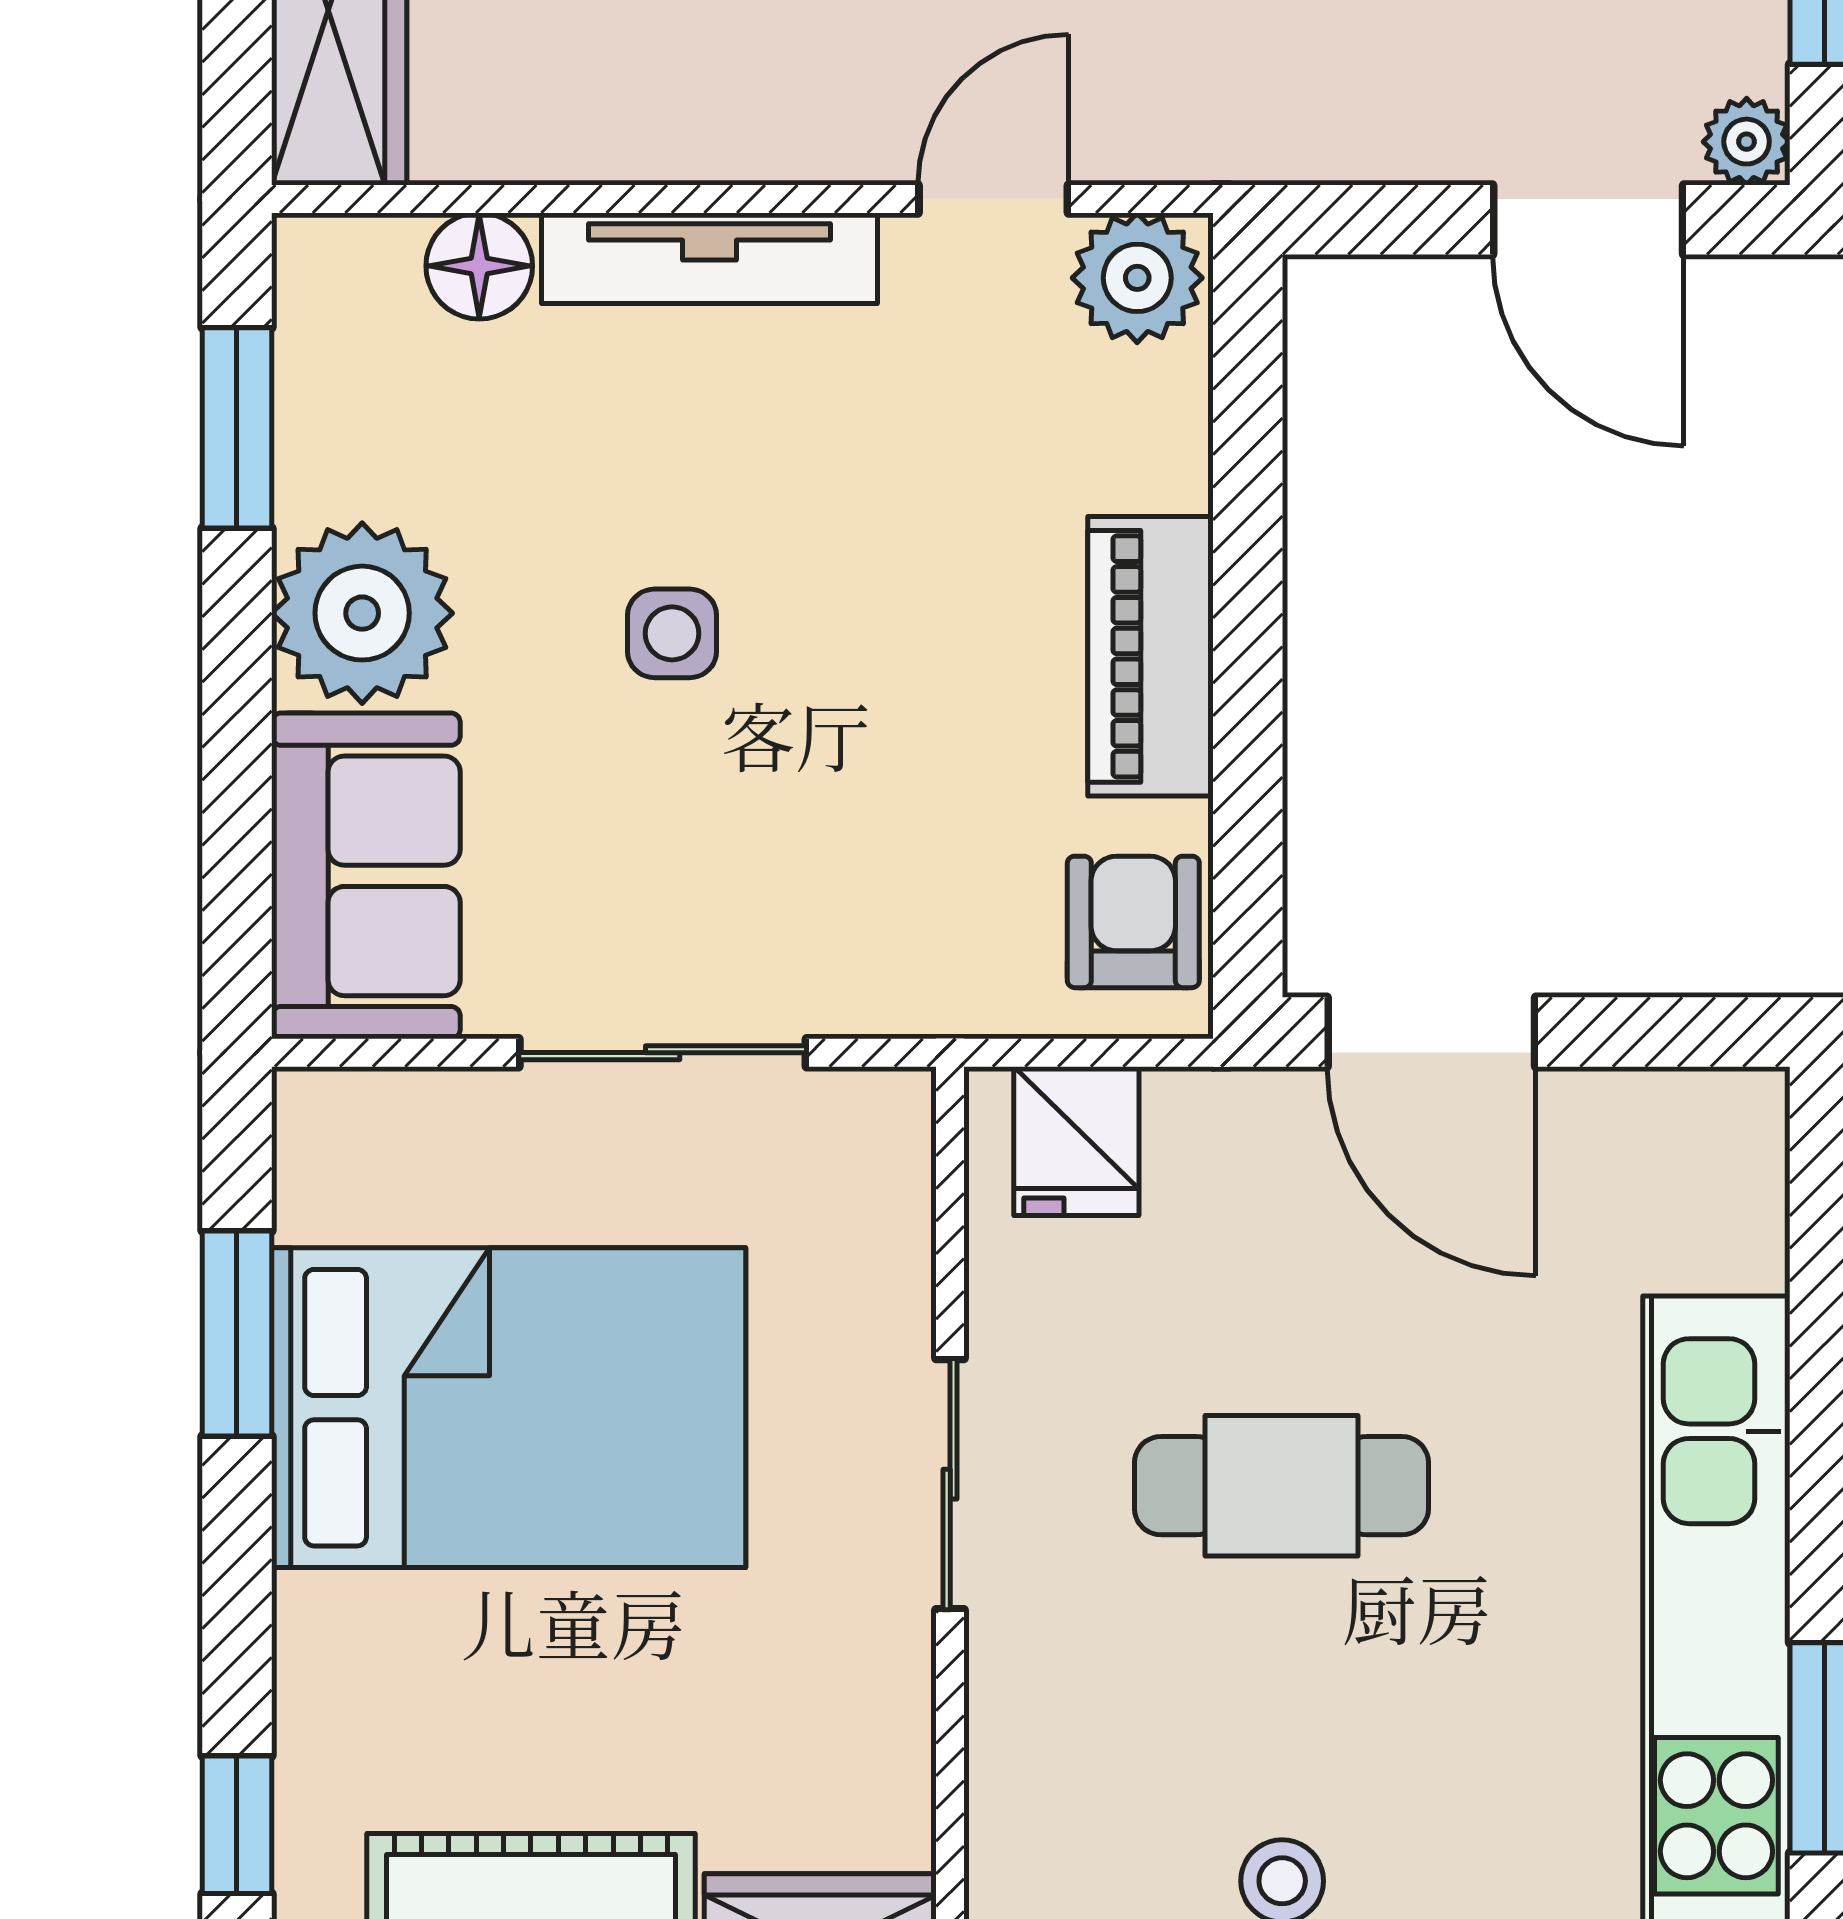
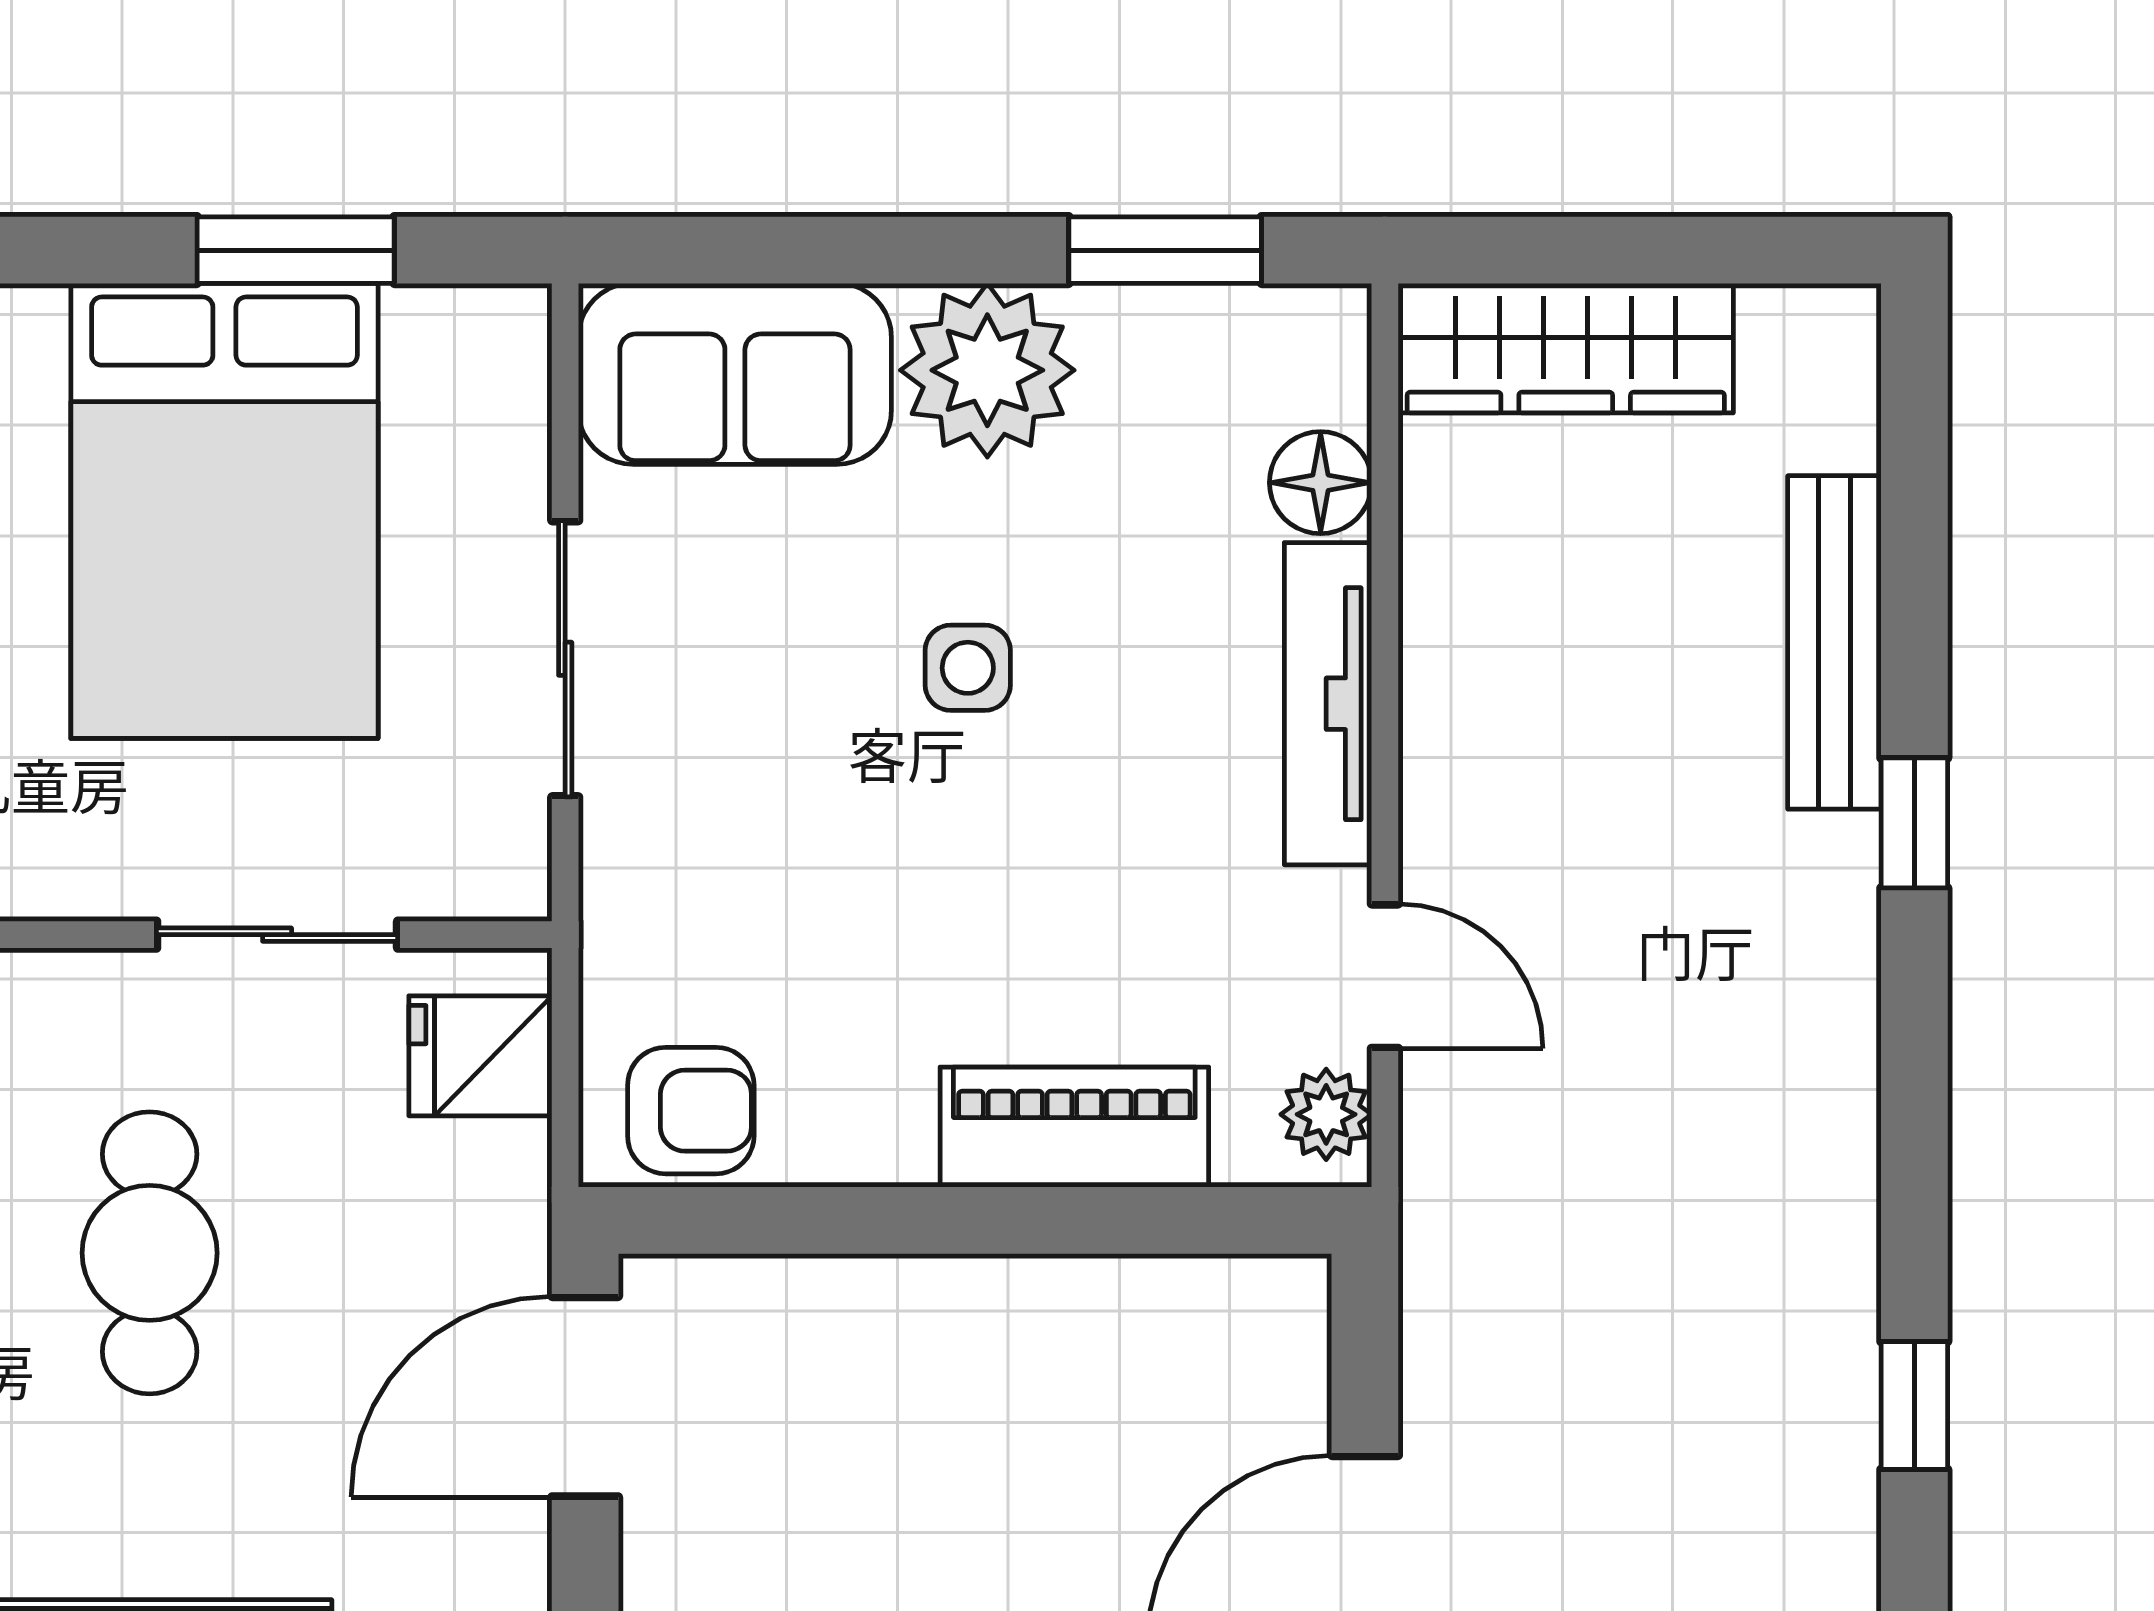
plant: (1137, 278) -> (1326, 1114), width x0.73, depth x0.73
piano: (1151, 656) -> (1074, 1127), moved
sliding door: (950, 1484) -> (277, 935), moved

